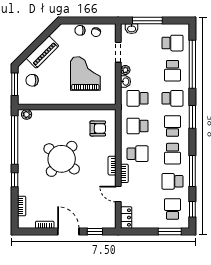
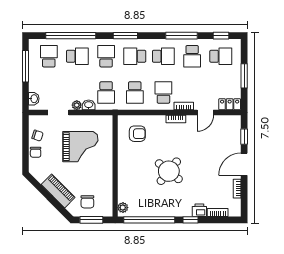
window: (147, 21) -> (25, 66), moved
grand piano: (85, 74) -> (80, 147), turned 180
armchair: (98, 128) -> (137, 134), turned 90
round table: (62, 159) -> (169, 171), width x0.73, depth x0.73
printer: (24, 188) -> (199, 210), added
school desk: (172, 209) -> (221, 56), turned 180
window: (170, 231) -> (244, 76), moved

